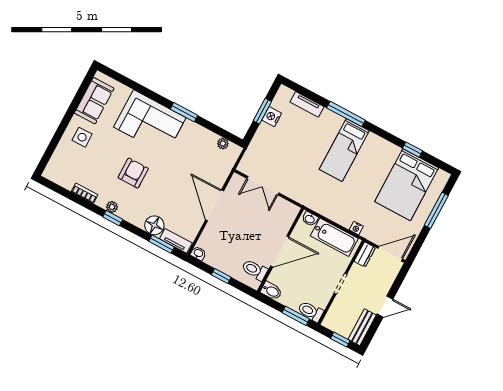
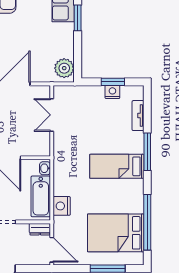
plant: (223, 144) -> (64, 68), width x1.88, depth x1.88
window: (413, 150) -> (147, 222), width x3.17
nightstand: (356, 228) -> (62, 206), width x1.89, depth x1.79

